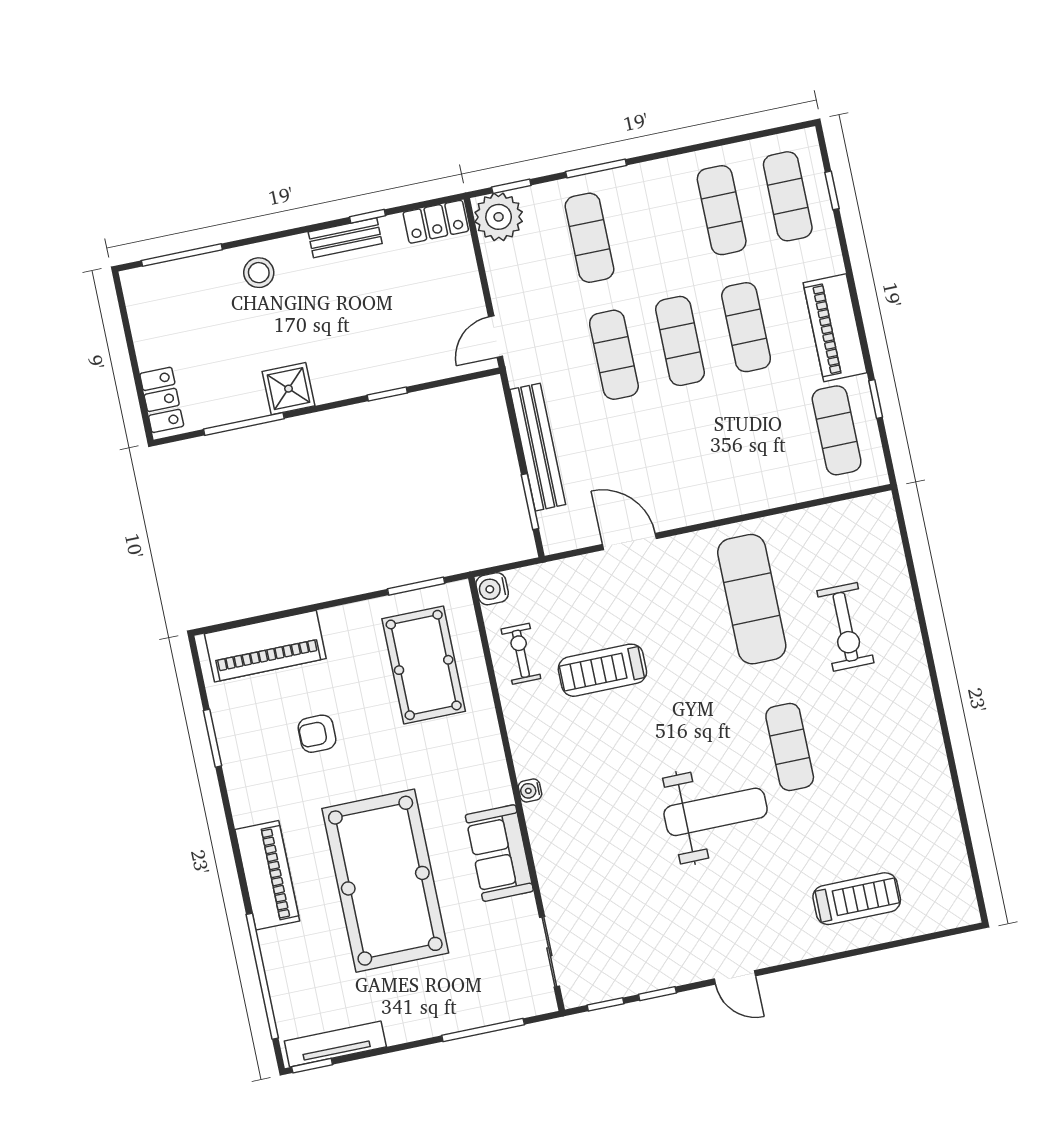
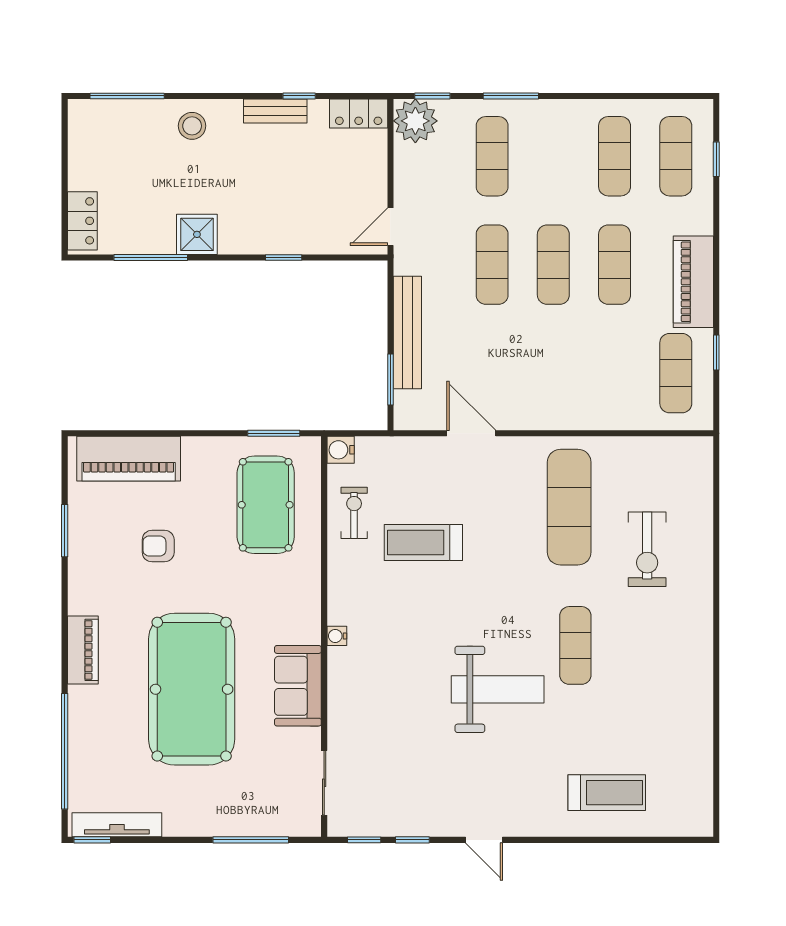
piano: (267, 875) -> (83, 650), width x0.73, depth x0.75

